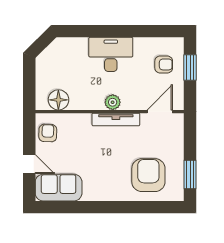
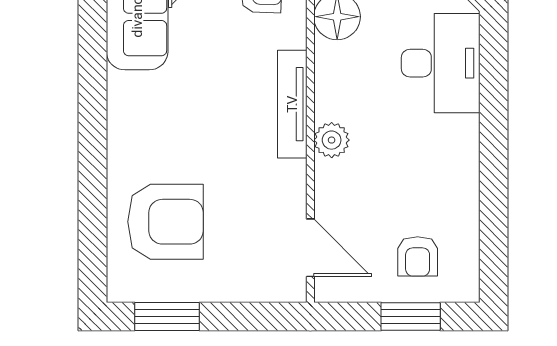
desk: (111, 54) -> (441, 63), moved
tv unit: (116, 119) -> (292, 104), moved

